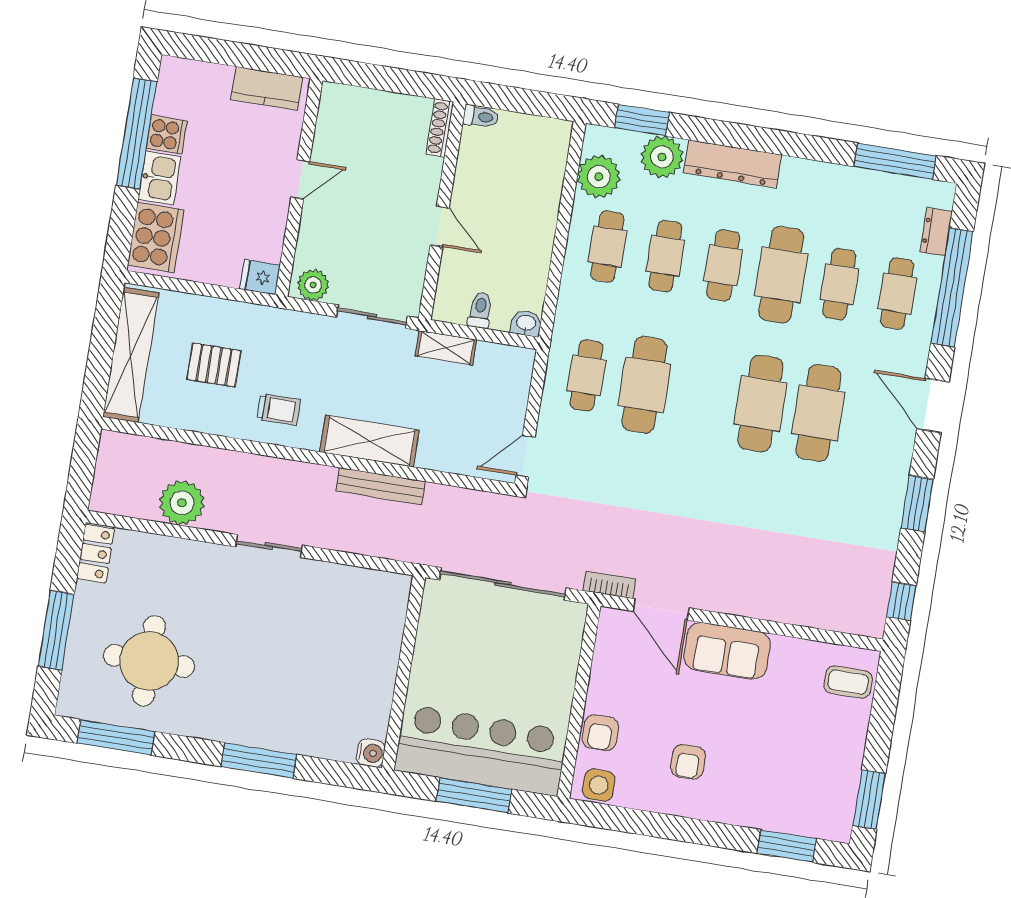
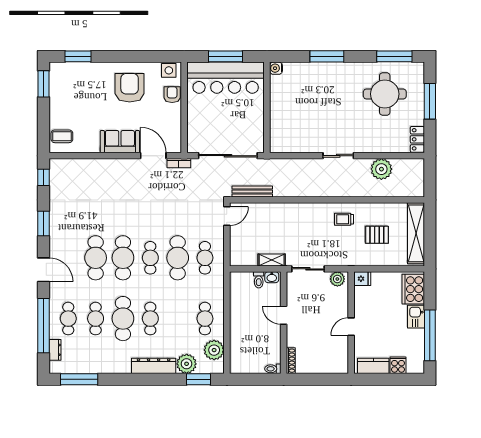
cooker: (167, 135) -> (398, 365), moved, turned 90
cafe table: (665, 256) -> (150, 258), moved
washbasin: (526, 323) -> (272, 277), moved
shelving: (369, 441) -> (300, 211), removed
bench: (381, 486) -> (252, 191), moved
armchair: (688, 762) -> (130, 88), width x1.88, depth x1.88

